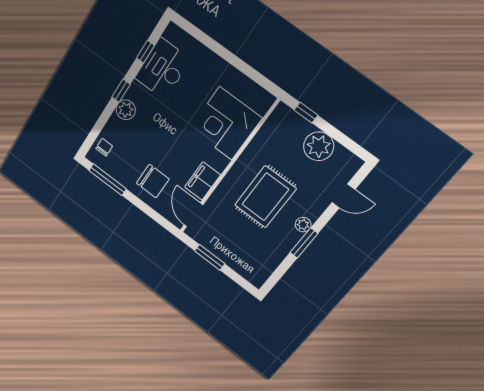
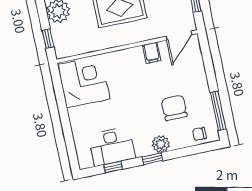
corner desk: (226, 124) -> (84, 82), moved, turned -90
chair: (153, 181) -> (174, 108), moved
filing cabinet: (203, 181) -> (152, 53), width x0.50

